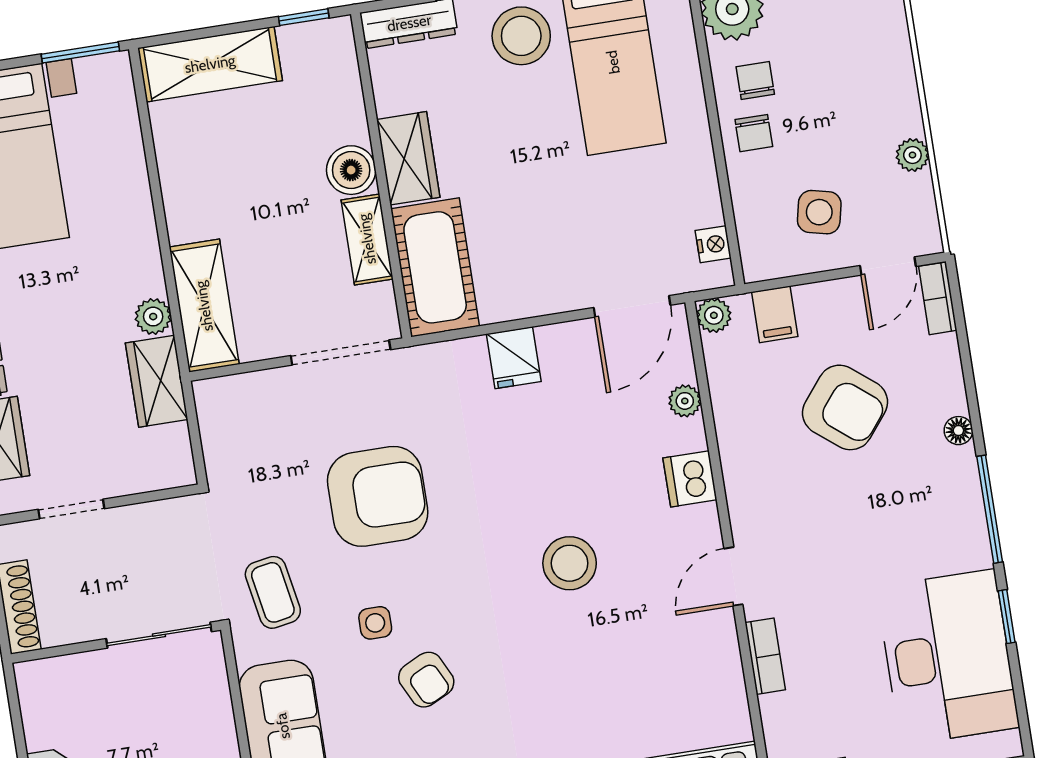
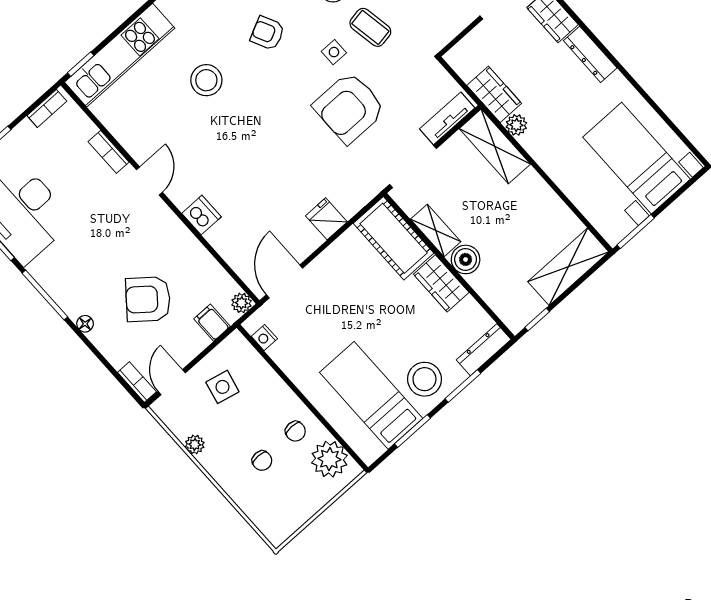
chair: (754, 133) -> (262, 461), moved, turned 180
tv unit: (247, 390) -> (447, 118), added
plant: (685, 401) -> (229, 252), removed
stool: (570, 563) -> (206, 80), moved
side table: (375, 623) -> (334, 52), moved

